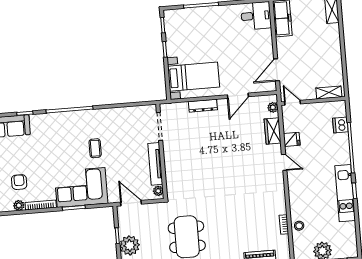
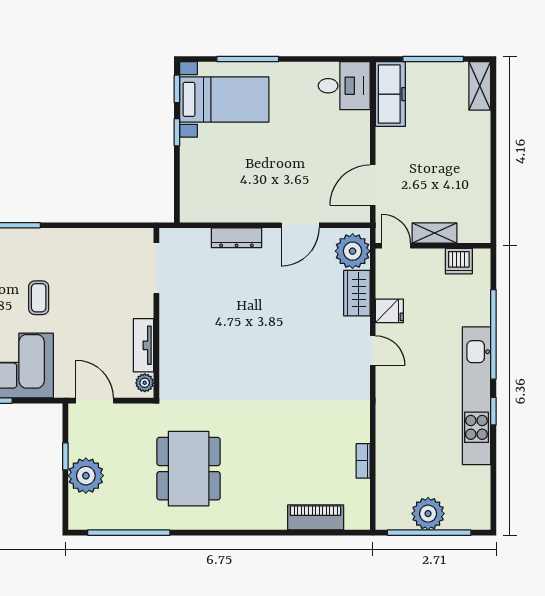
bed with nightstands: (194, 77) -> (224, 99), moved
shelving: (329, 93) -> (435, 233), moved
plant: (273, 107) -> (353, 251), width x1.87, depth x1.87
dishwasher: (340, 125) -> (459, 261), moved, turned -90
tv unit: (155, 164) -> (144, 345), width x0.71
kitchen unit: (345, 193) -> (476, 396), width x1.36
stool: (299, 226) -> (390, 465), removed

